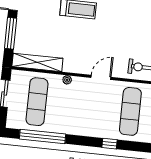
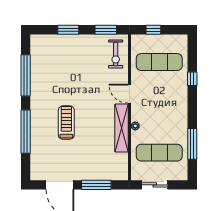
shelving: (37, 62) -> (122, 128), moved
window: (42, 137) -> (192, 144), width x0.68

